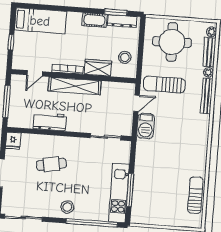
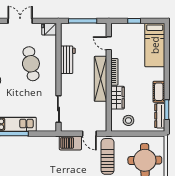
cafe table: (51, 164) -> (31, 64), width x1.37, depth x1.35

